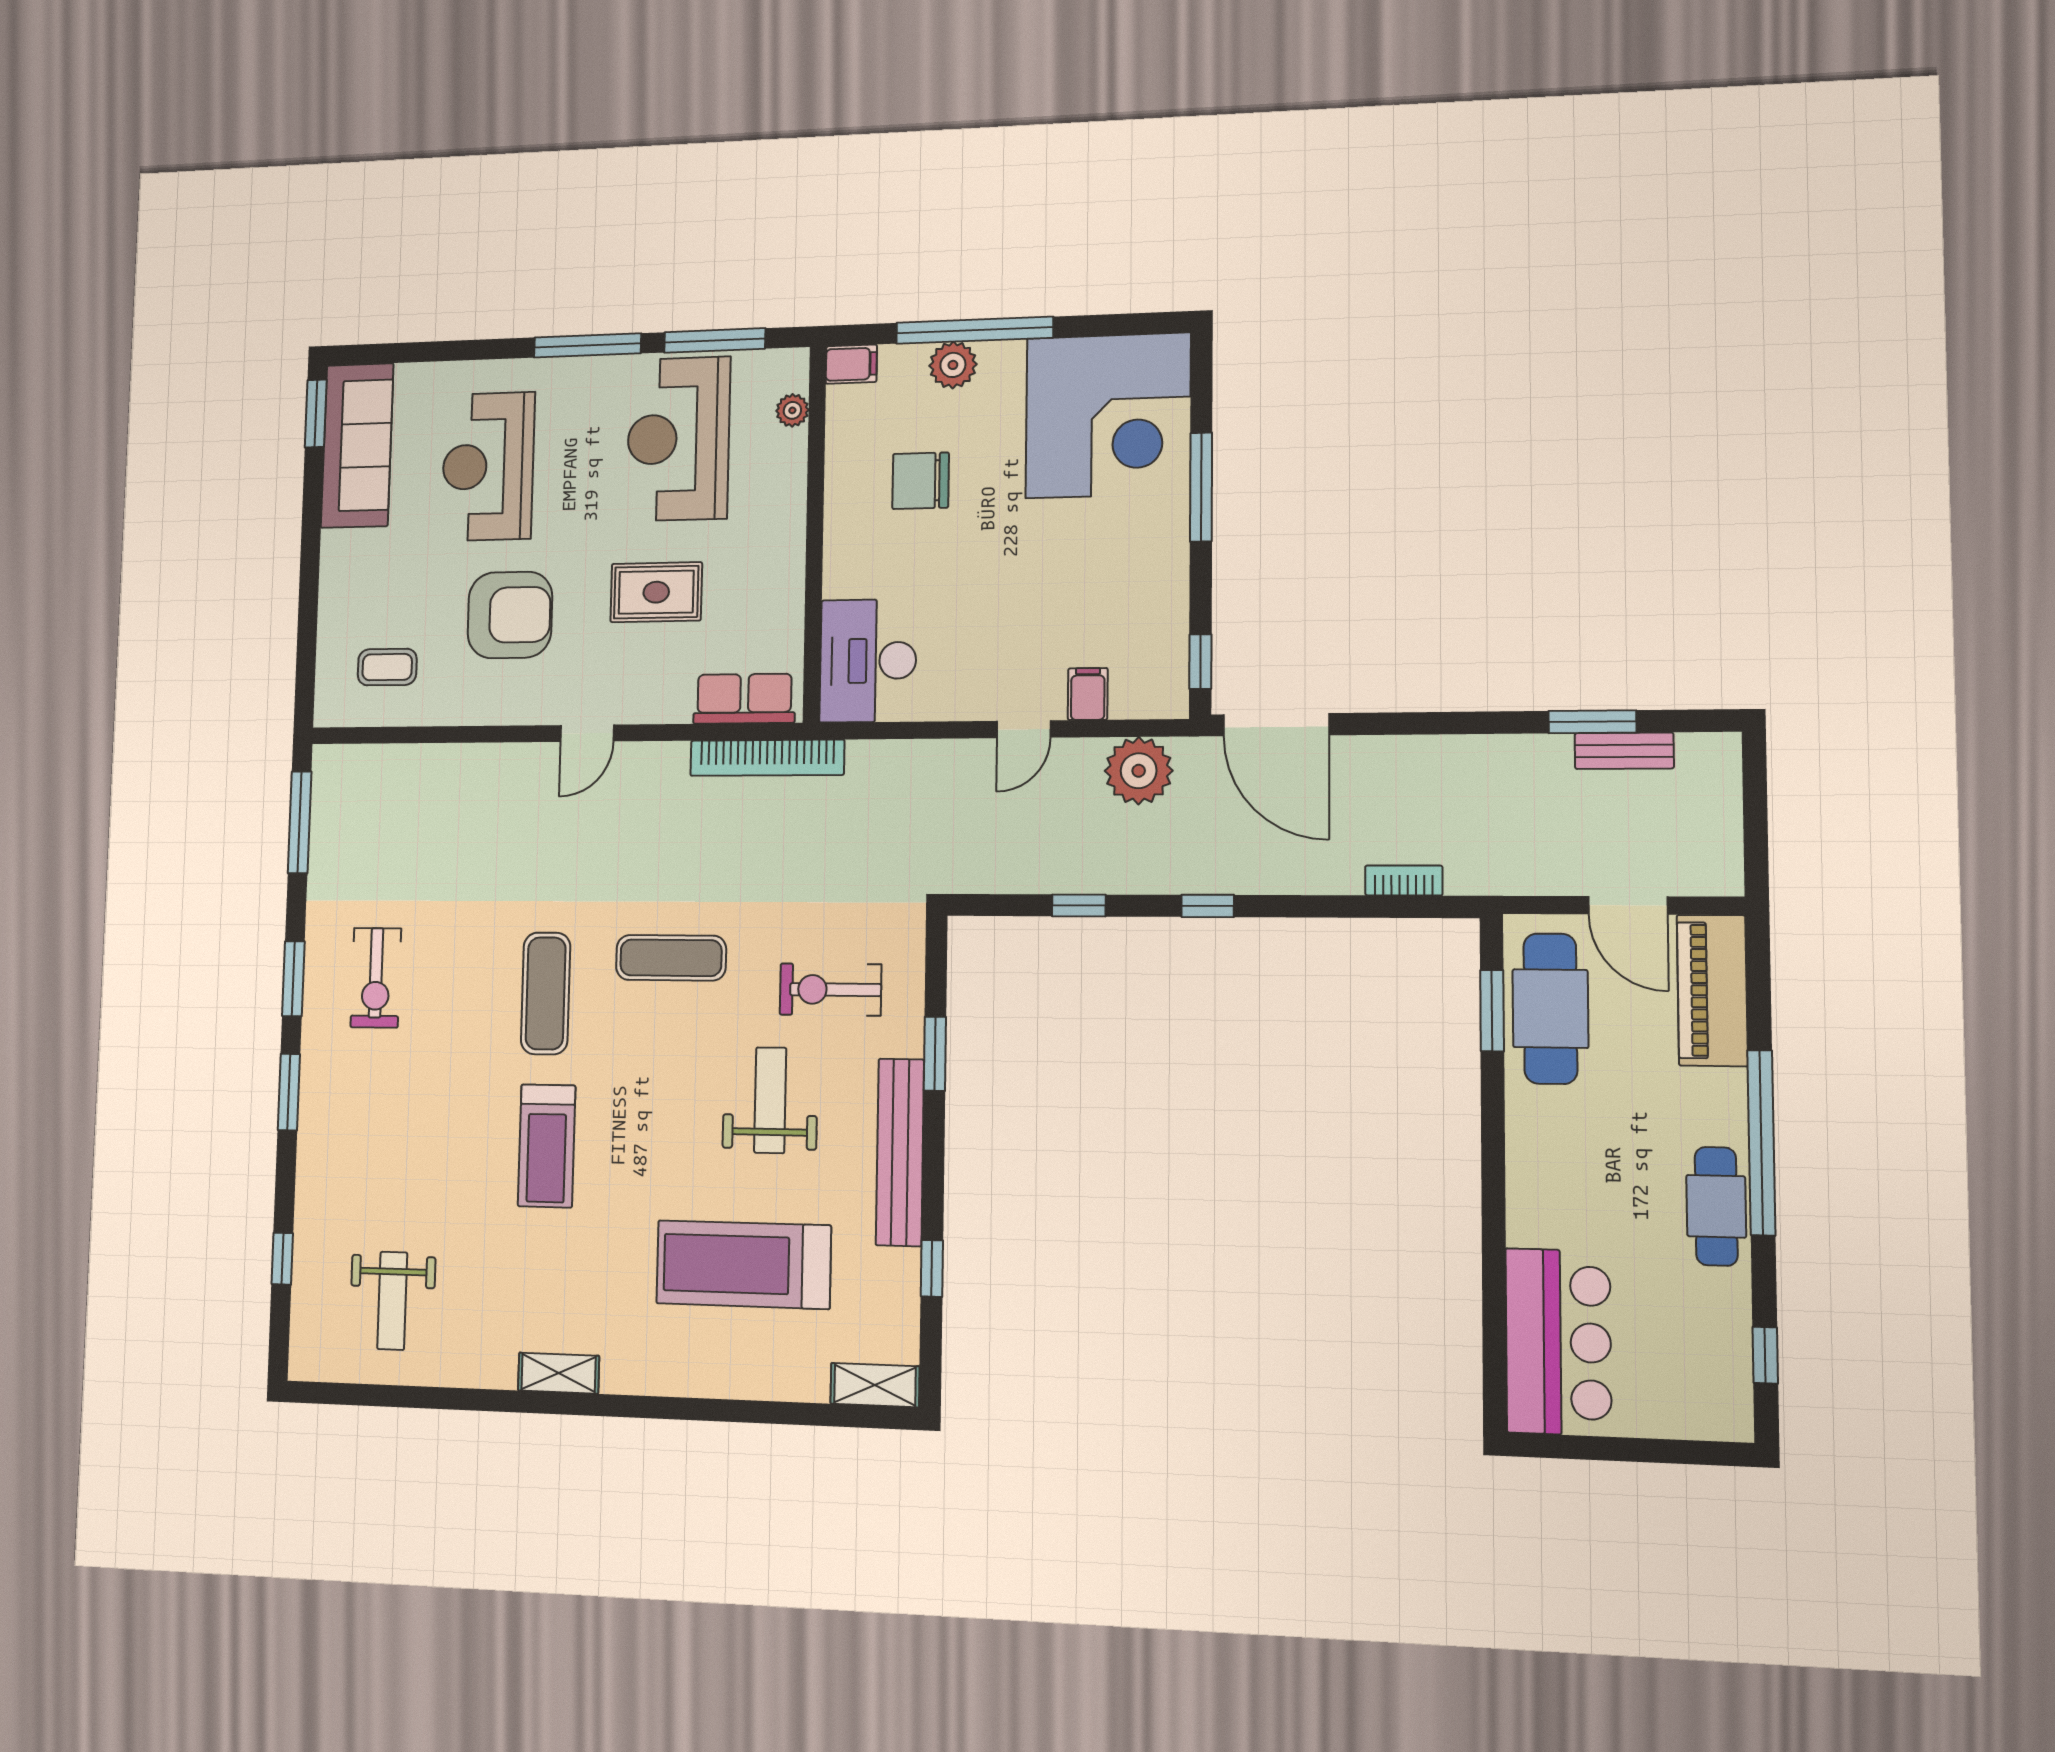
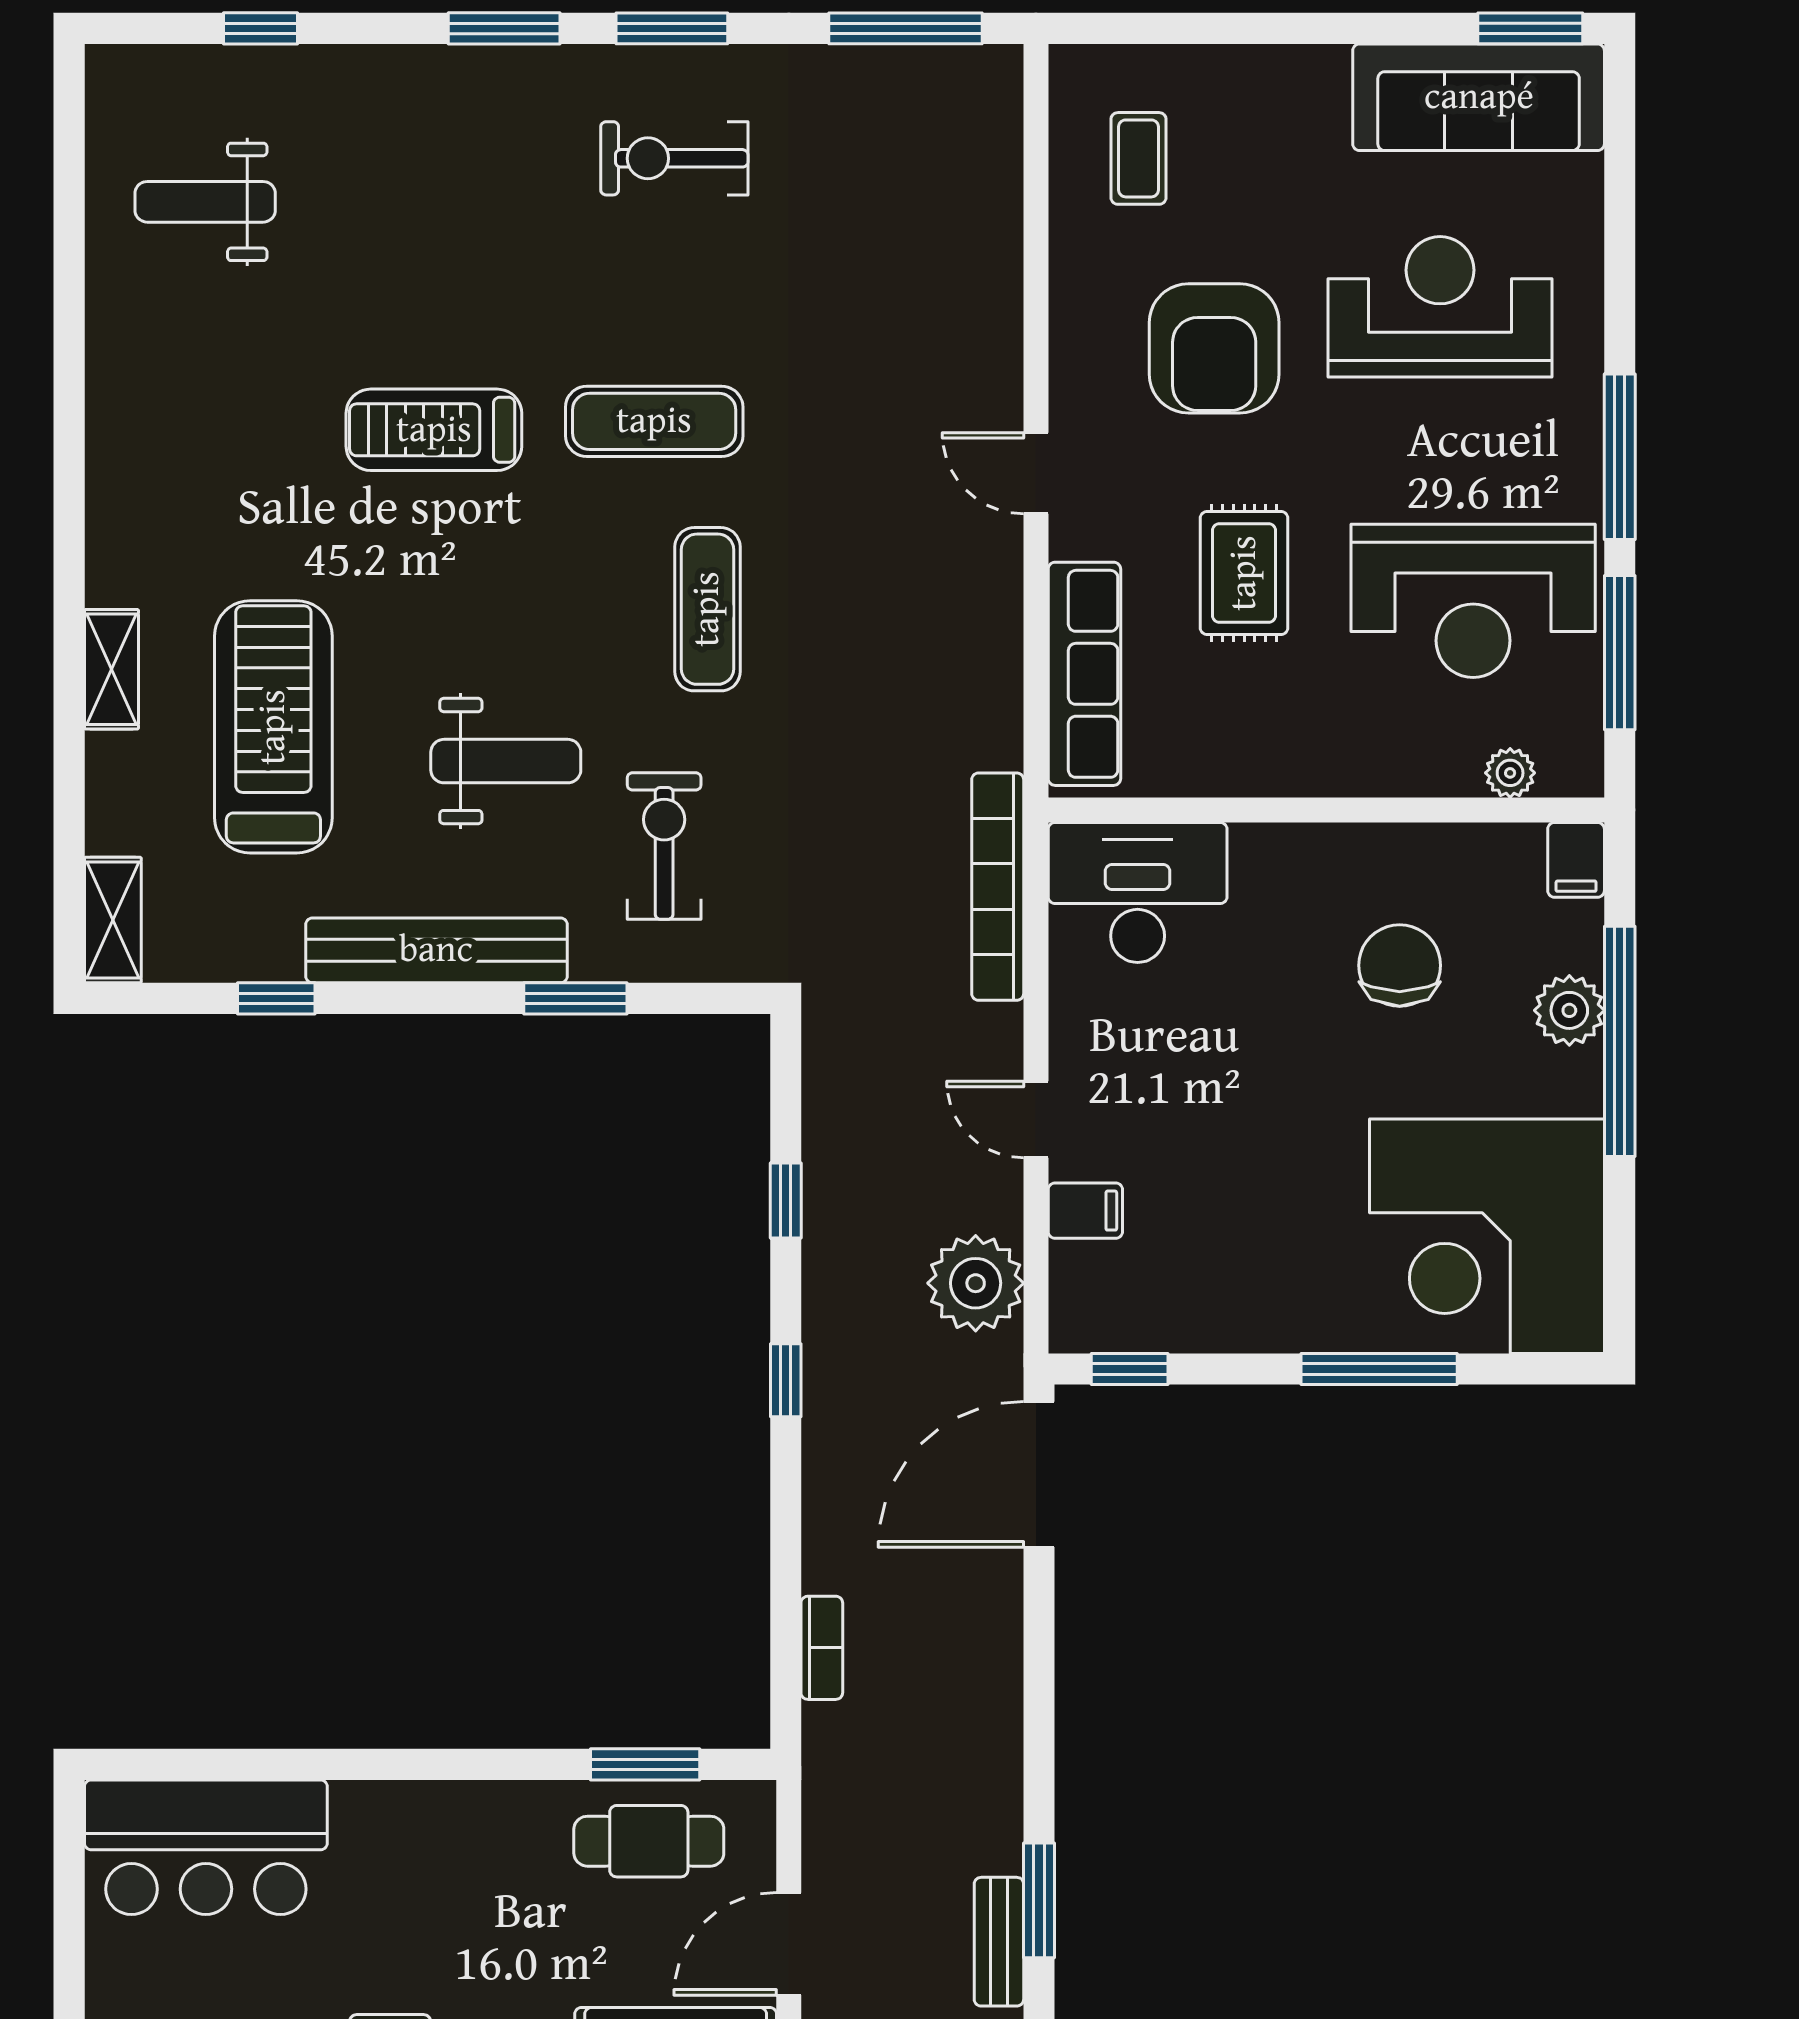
reception desk: (678, 439) -> (1473, 601), turned 180
row of seats: (744, 699) -> (1084, 674), width x1.48
bookcase: (767, 758) -> (998, 887), moved
cafe table: (1550, 1009) -> (649, 1841), width x0.73, depth x0.74
shelving: (559, 1373) -> (111, 669), moved

